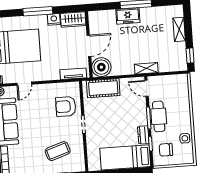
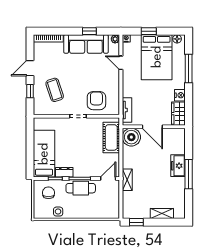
window: (38, 11) -> (189, 68), moved

